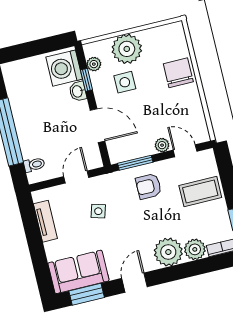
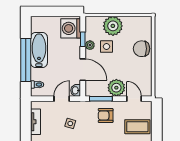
plant: (94, 64) -> (90, 45), moved
chair: (178, 73) -> (142, 49), turned -90
washbasin: (78, 91) -> (76, 90), moved
bathtub: (24, 112) -> (39, 50), added
plant: (162, 145) -> (116, 88), width x1.88, depth x1.88

